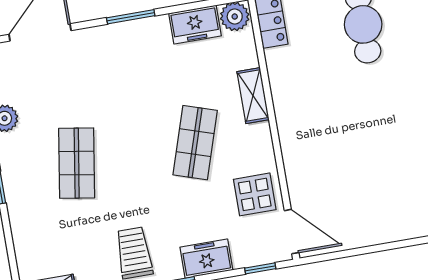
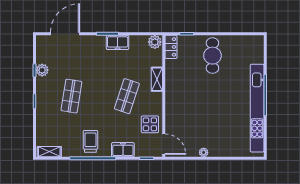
freezer: (195, 25) -> (118, 42), moved
plant: (380, 235) -> (204, 152), added

